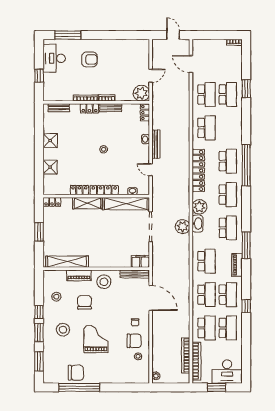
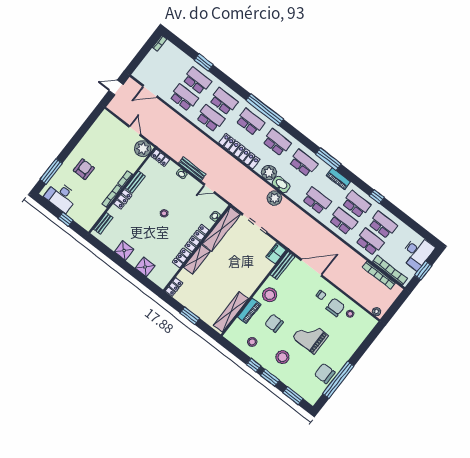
school desk: (228, 128) -> (224, 101), added
chair: (76, 373) -> (325, 373), turned -90

